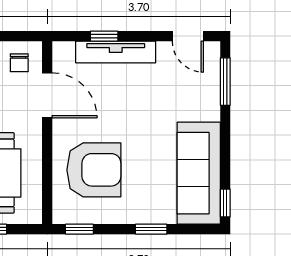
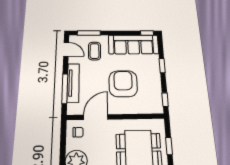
window: (104, 36) -> (65, 89), width x2.17
door: (188, 36) -> (66, 49), hinge flipped
coffee table: (184, 93) -> (95, 51), added
armchair: (94, 170) -> (123, 84), moved

